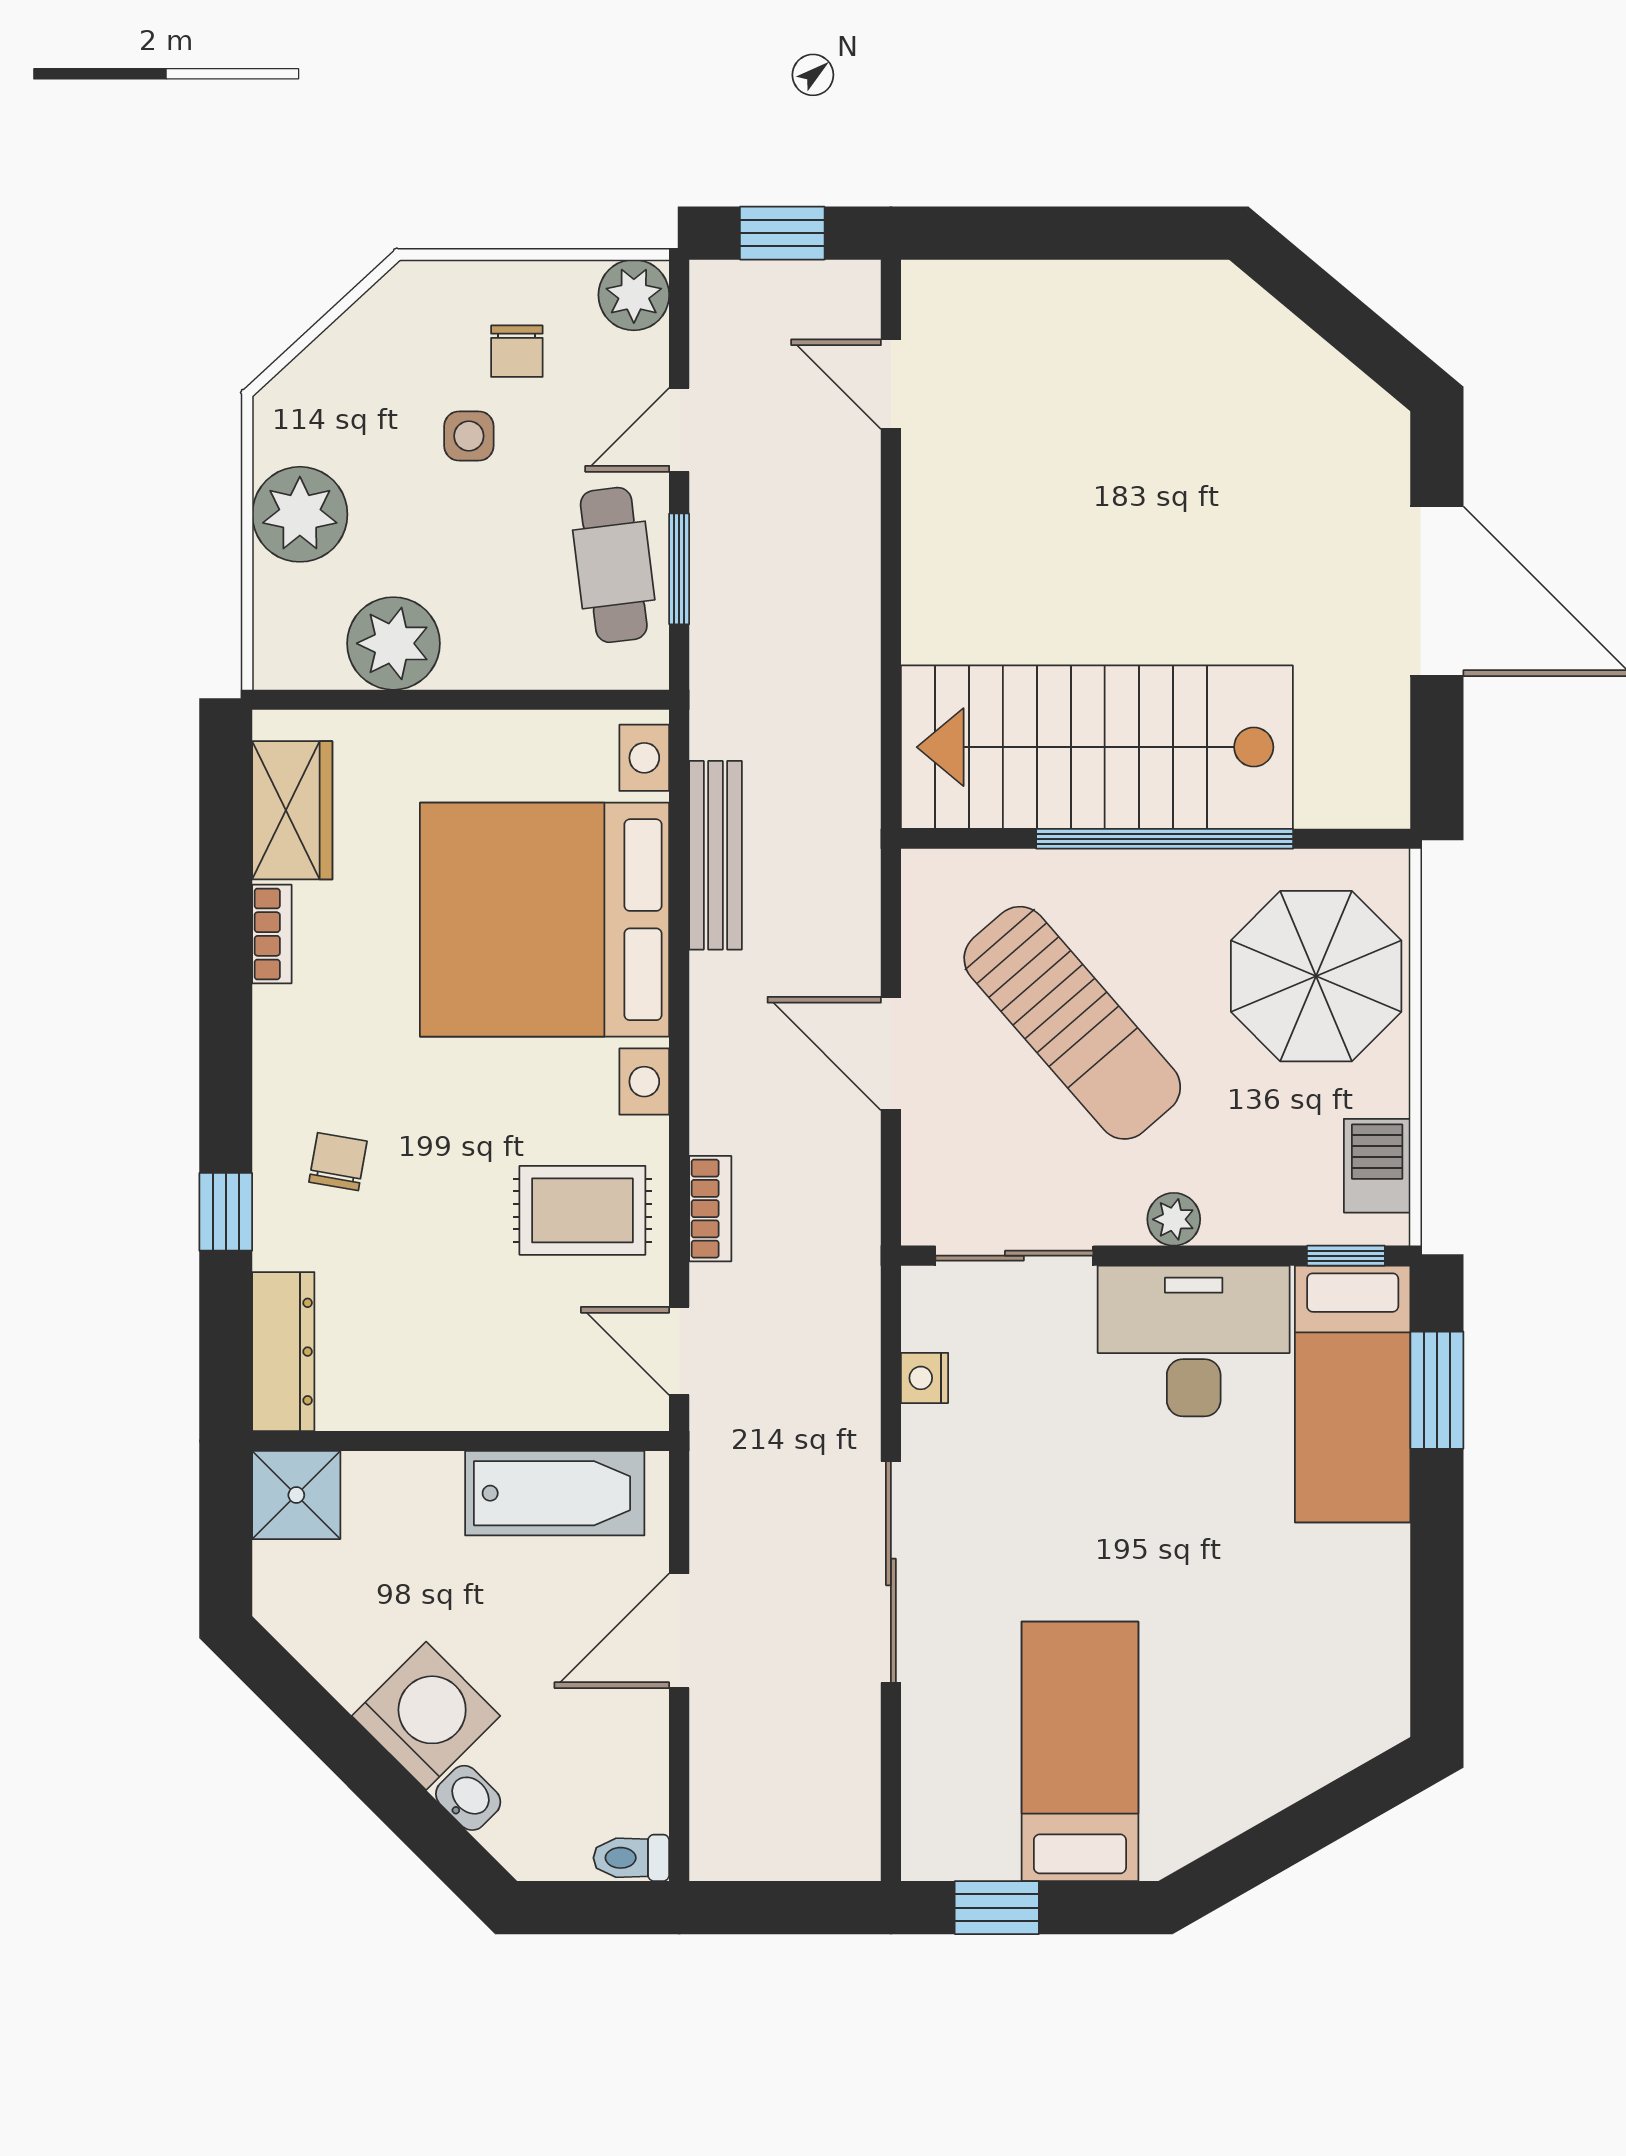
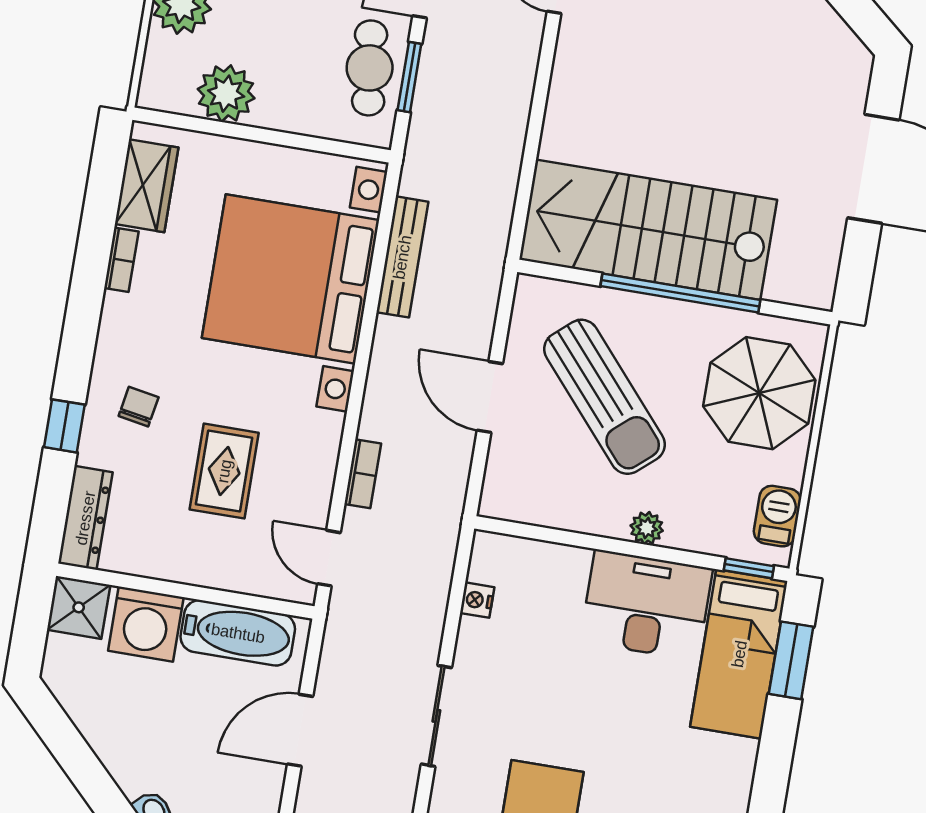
rug: (582, 1210) -> (224, 471), moved, turned 90
sliding door: (1014, 1256) -> (545, 534), removed
sliding door: (891, 1572) -> (436, 716), width x0.73
washing machine: (426, 1716) -> (146, 624), moved, turned 135

